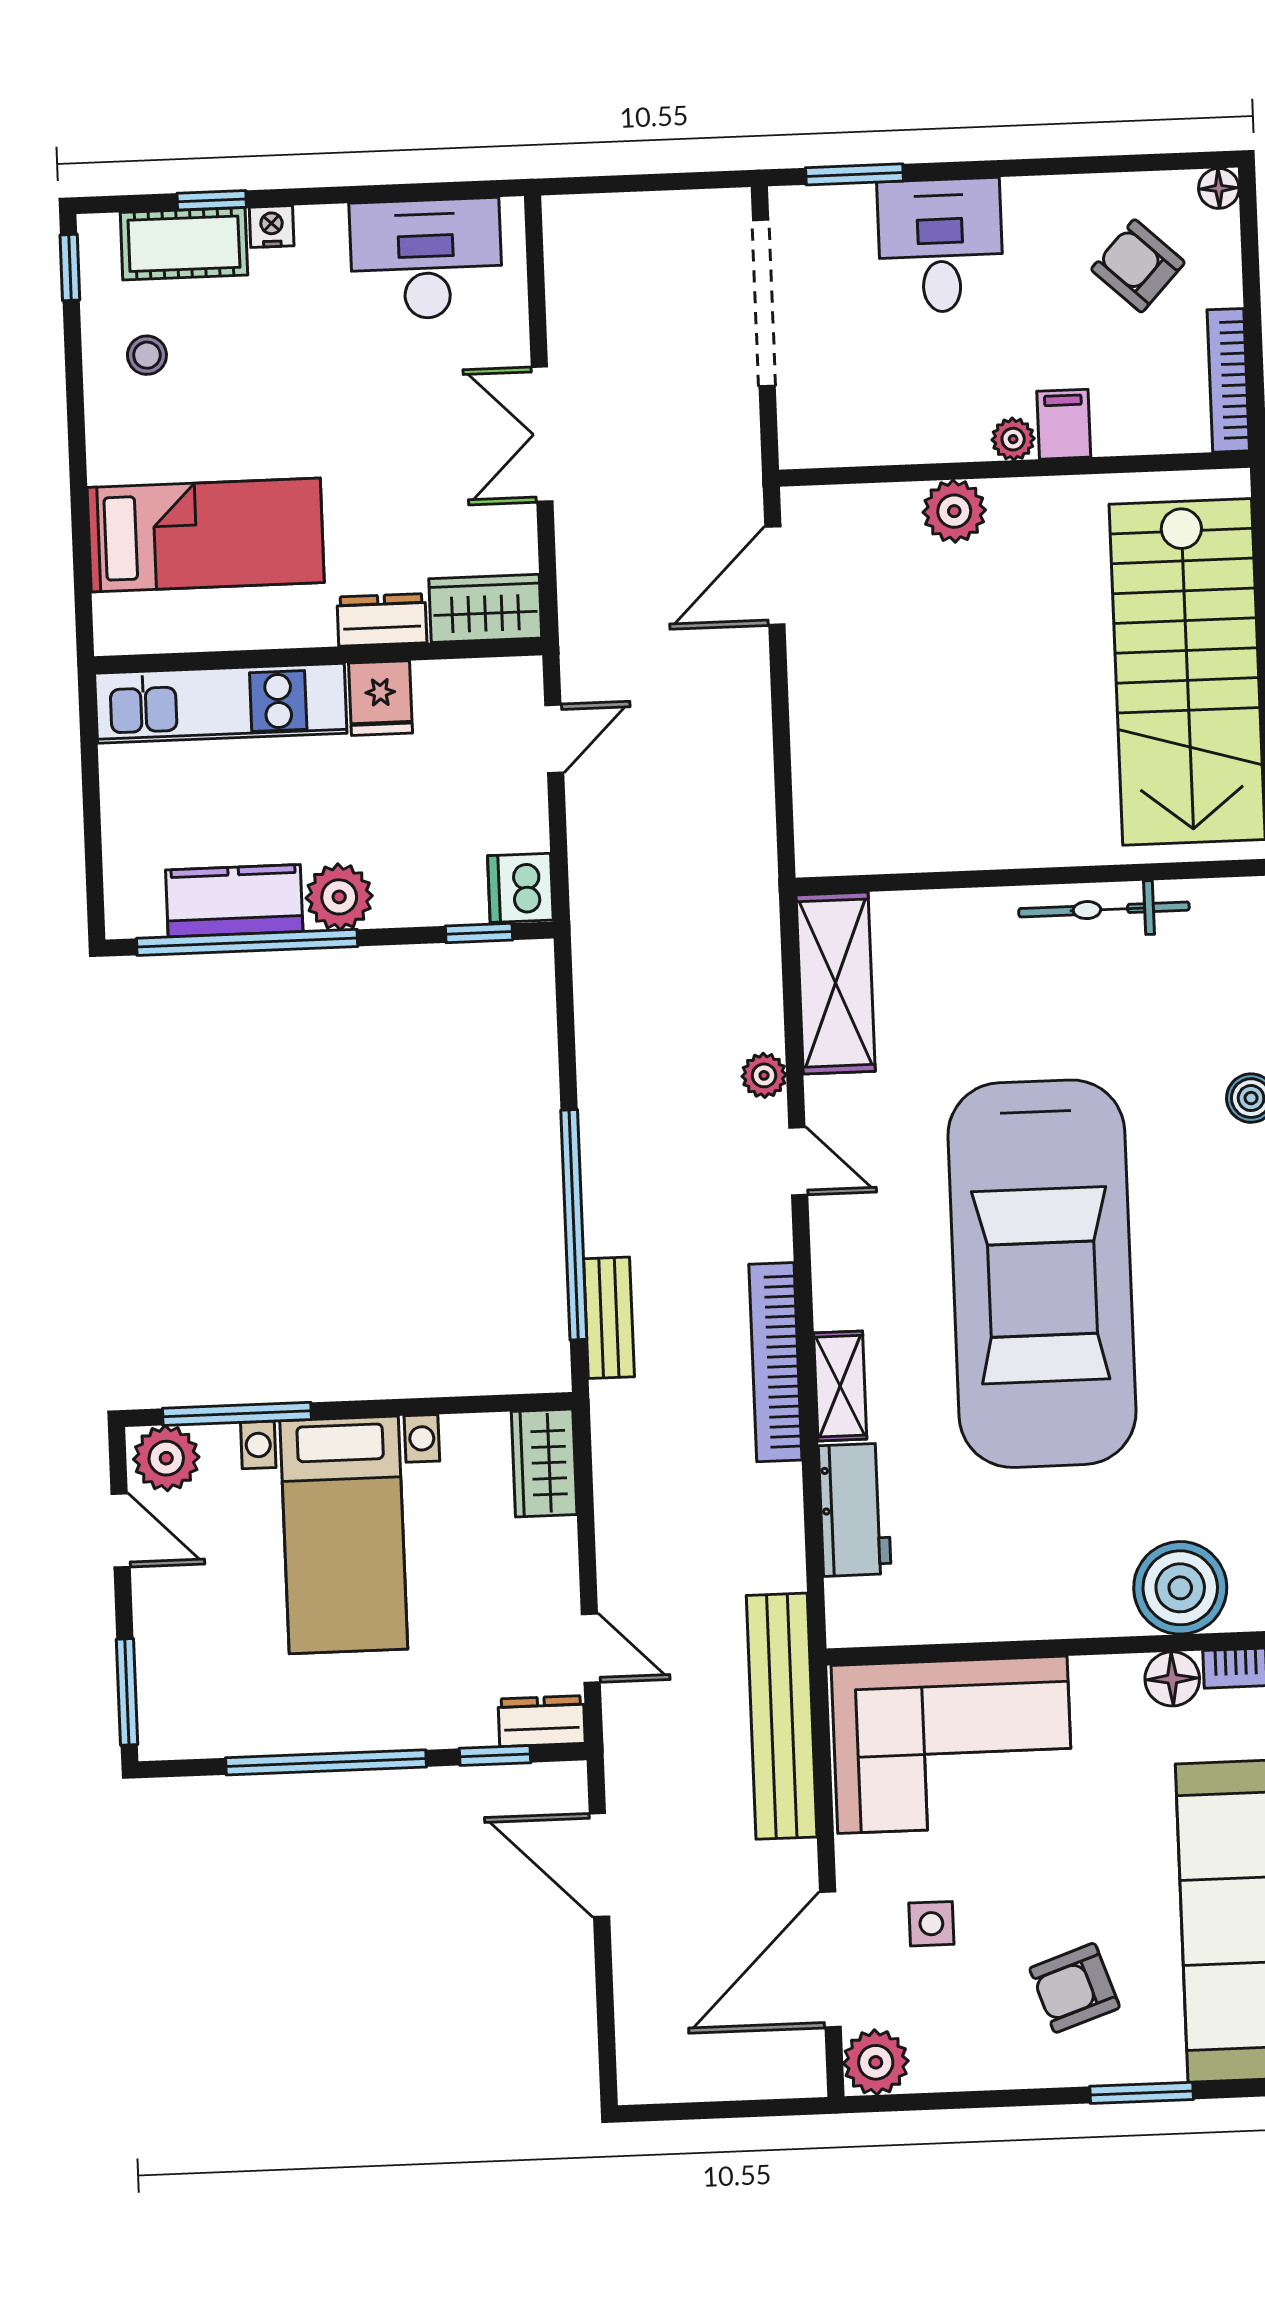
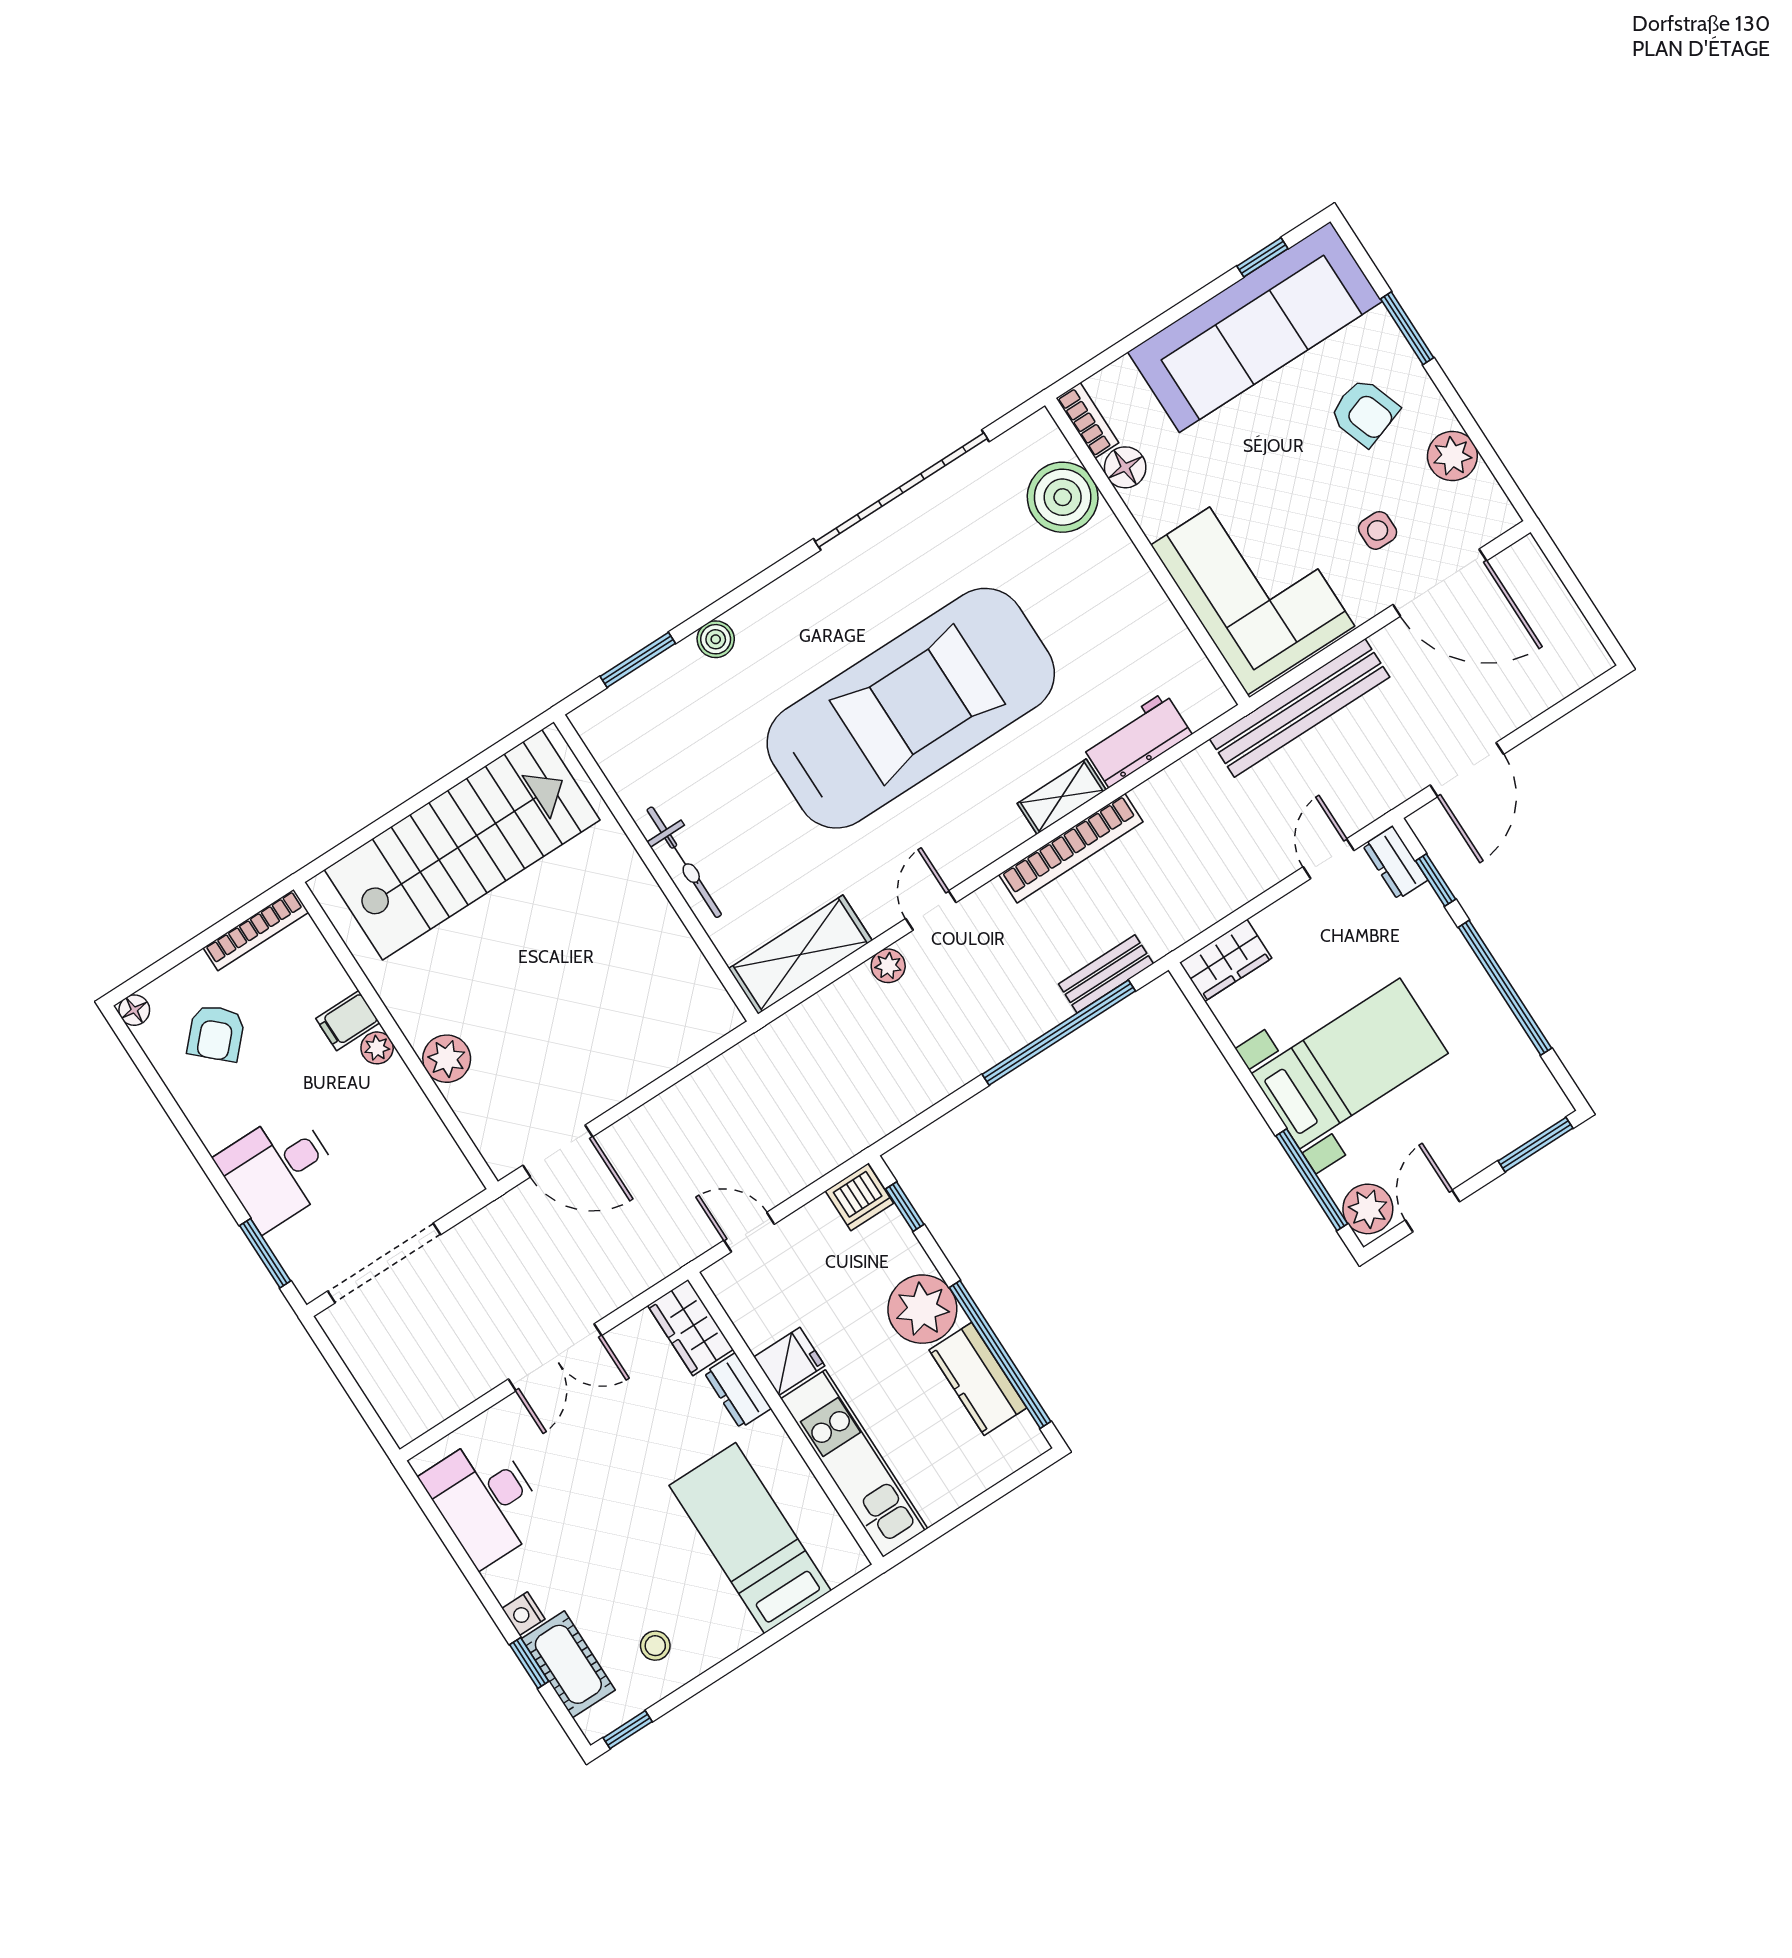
plant: (339, 897) -> (922, 1309), width x1.36, depth x1.36
bicycle: (1104, 909) -> (684, 862), moved
plant: (876, 2062) -> (1452, 456), moved

